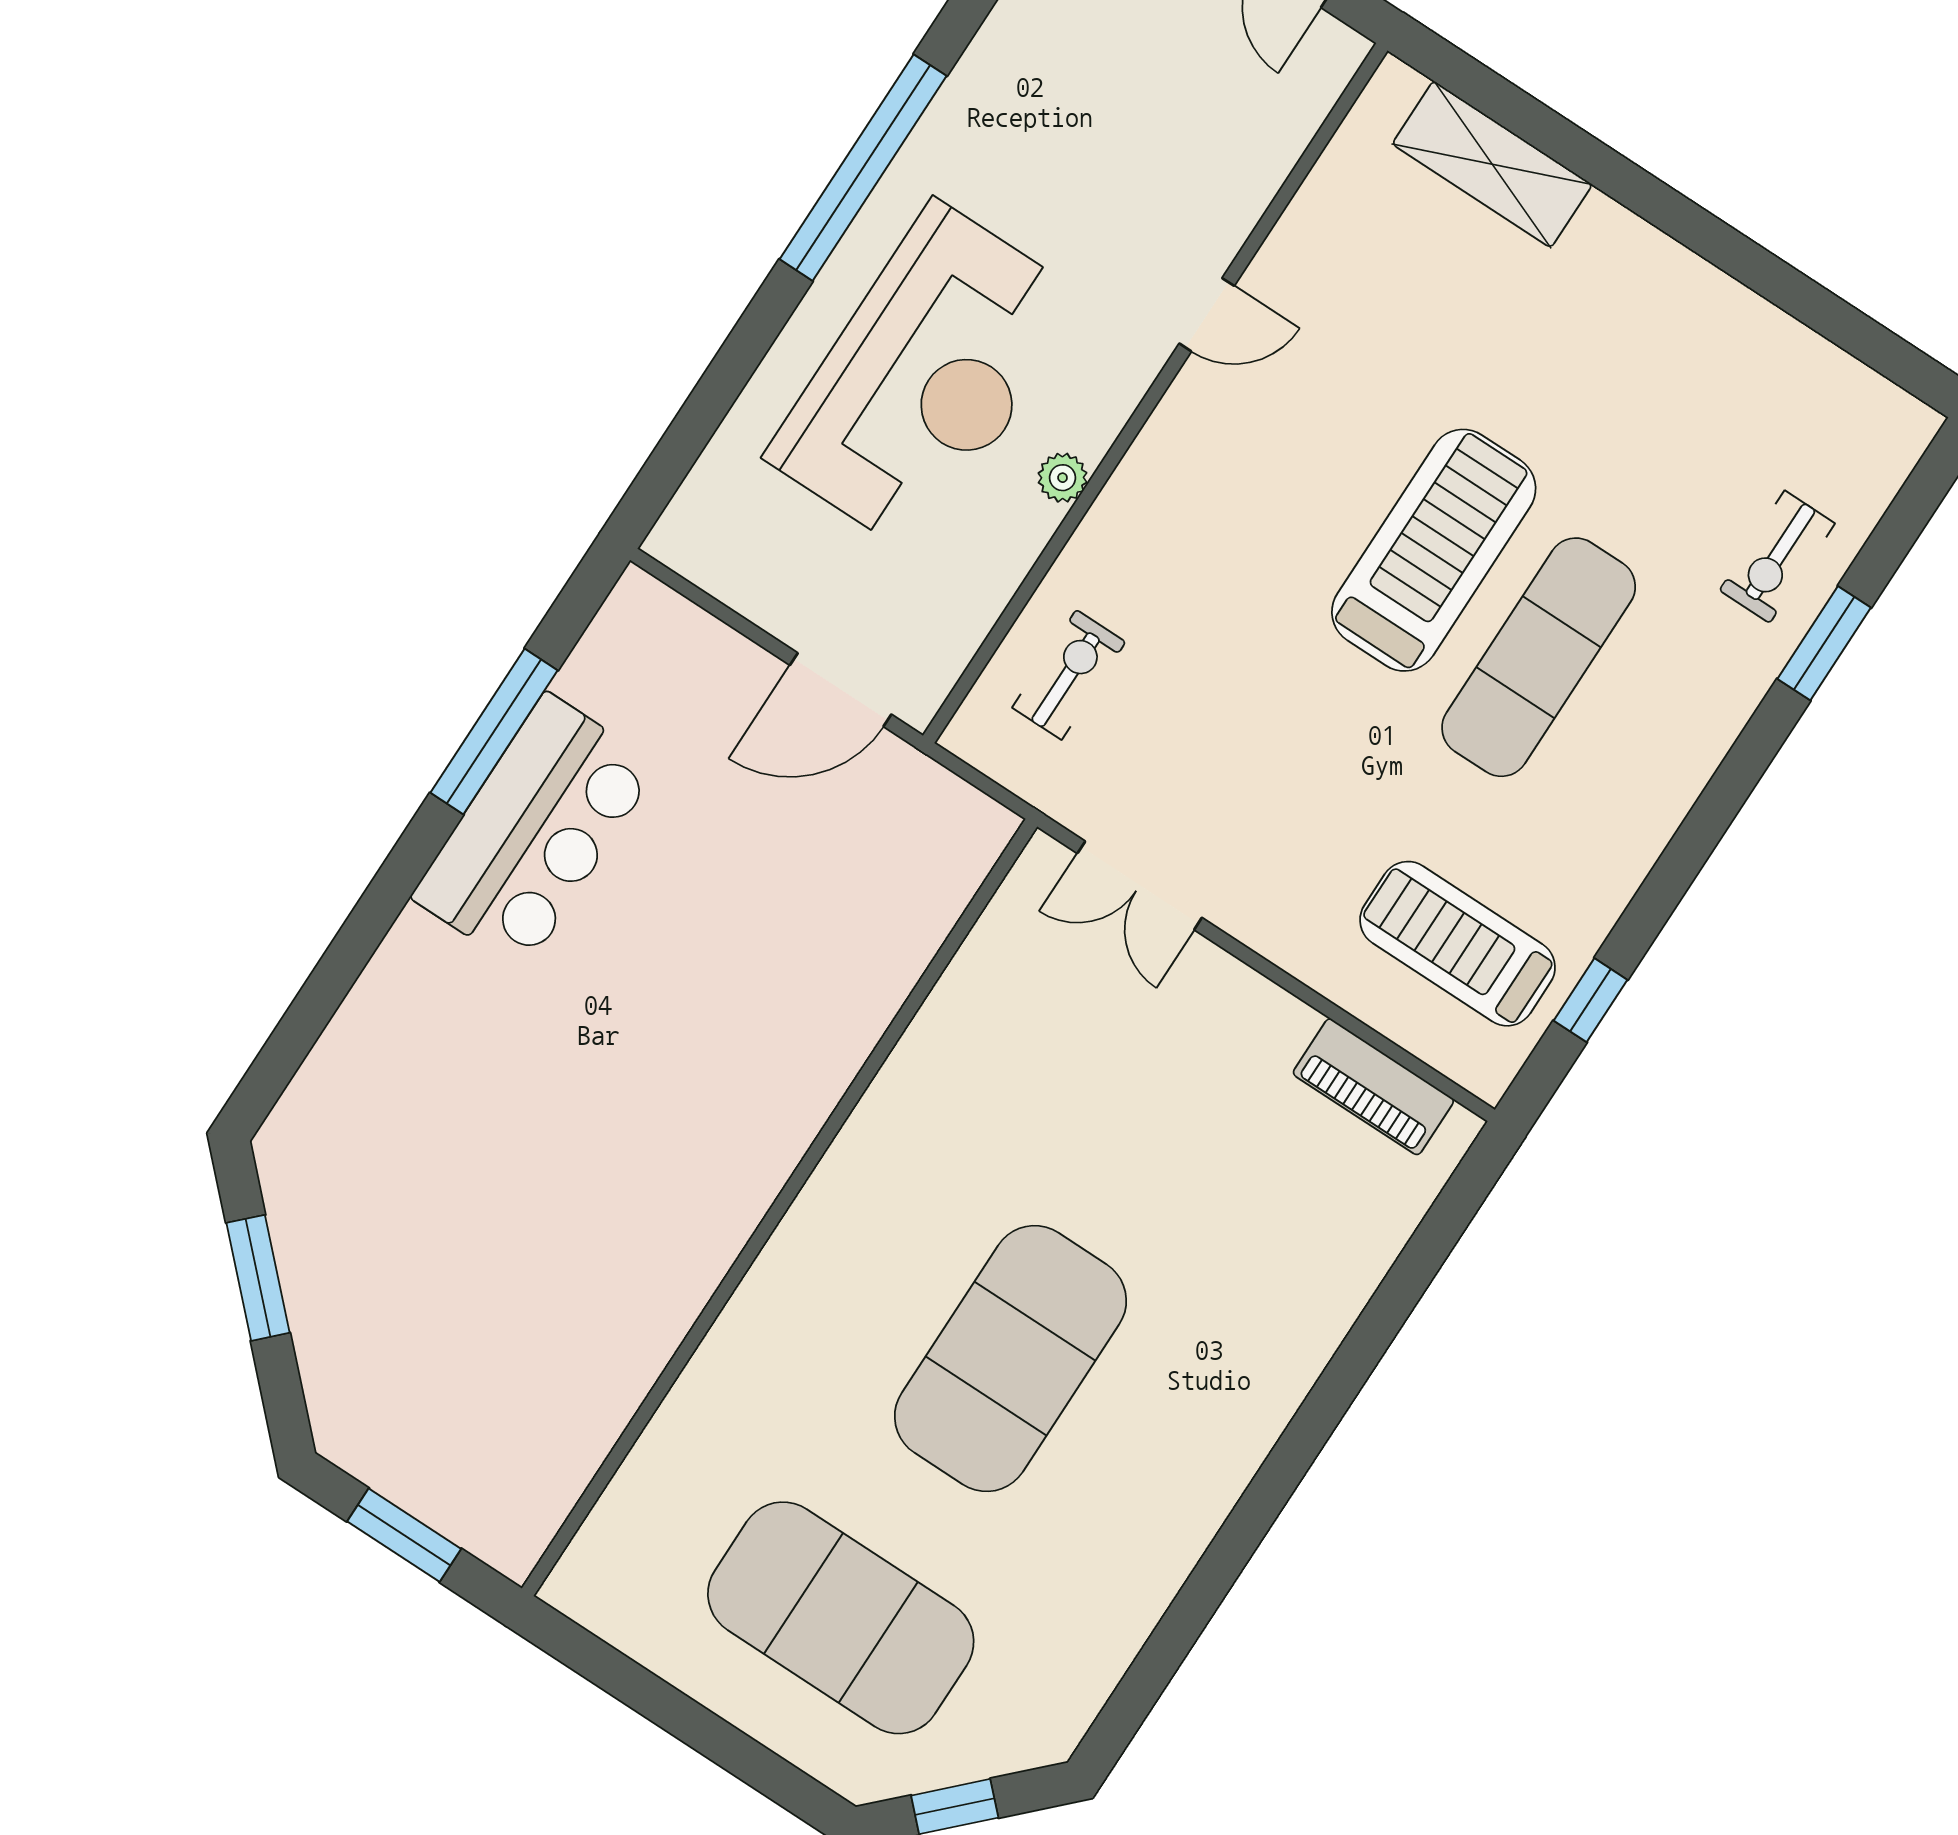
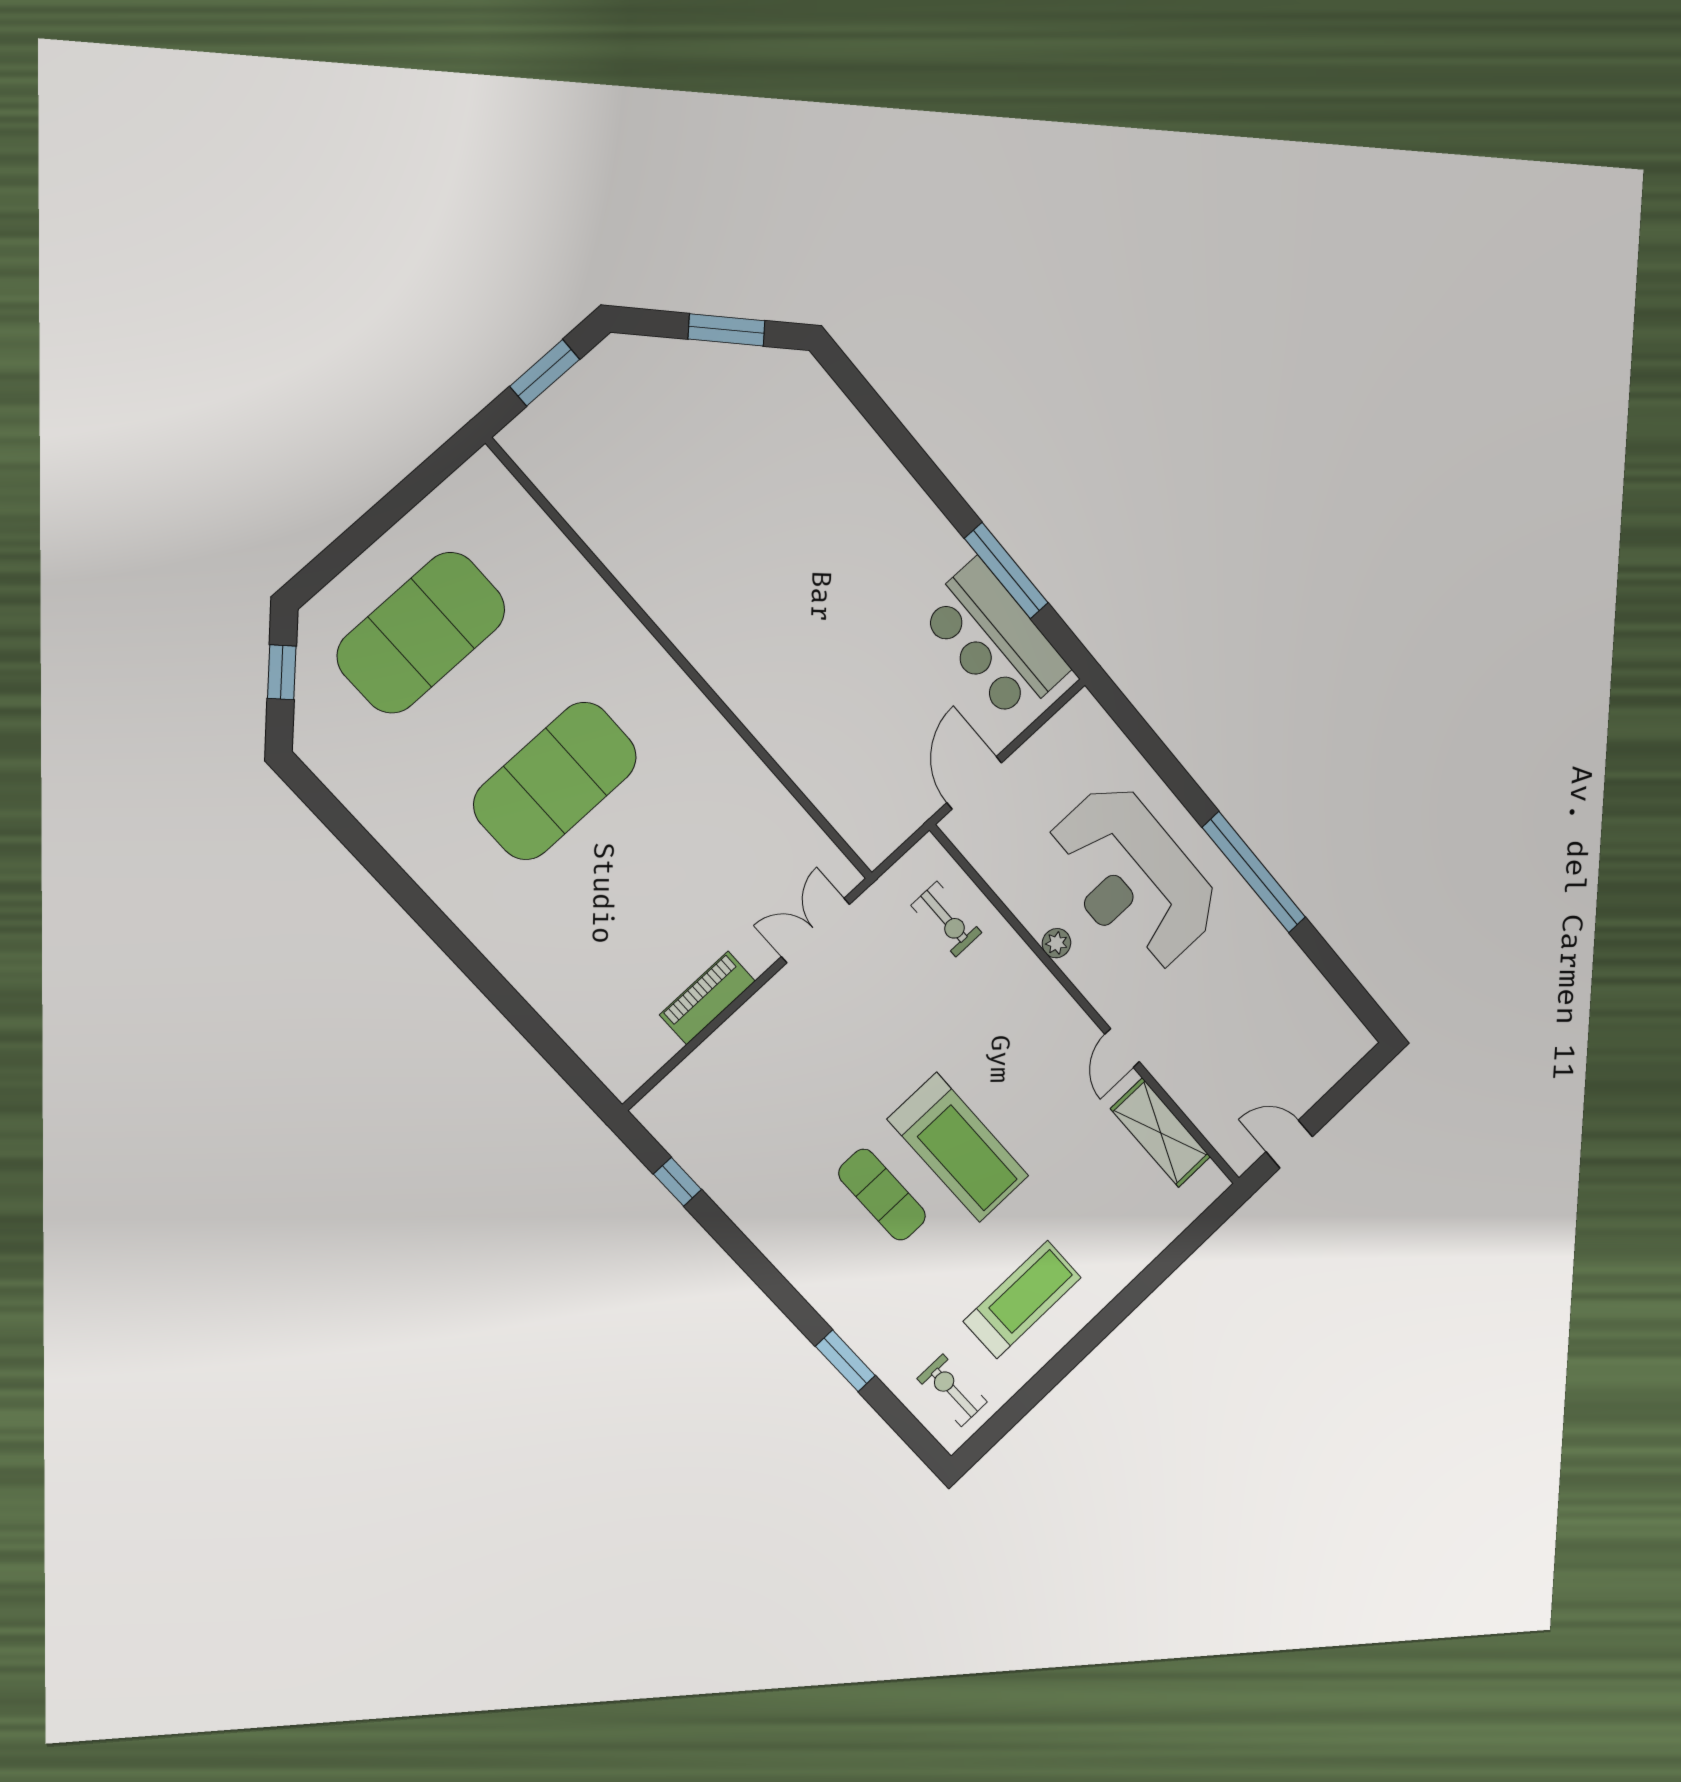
shelving: (1492, 164) -> (1161, 1133), moved, turned 90
exercise bike: (1777, 557) -> (952, 1390), moved
exercise mat: (1539, 657) -> (882, 1195), width x0.73, depth x0.69
bar counter: (535, 831) -> (995, 640), moved
treadmill: (1458, 944) -> (1022, 1299), moved
piano: (1373, 1087) -> (707, 998), moved
exercise mat: (1011, 1359) -> (555, 781), turned 90

